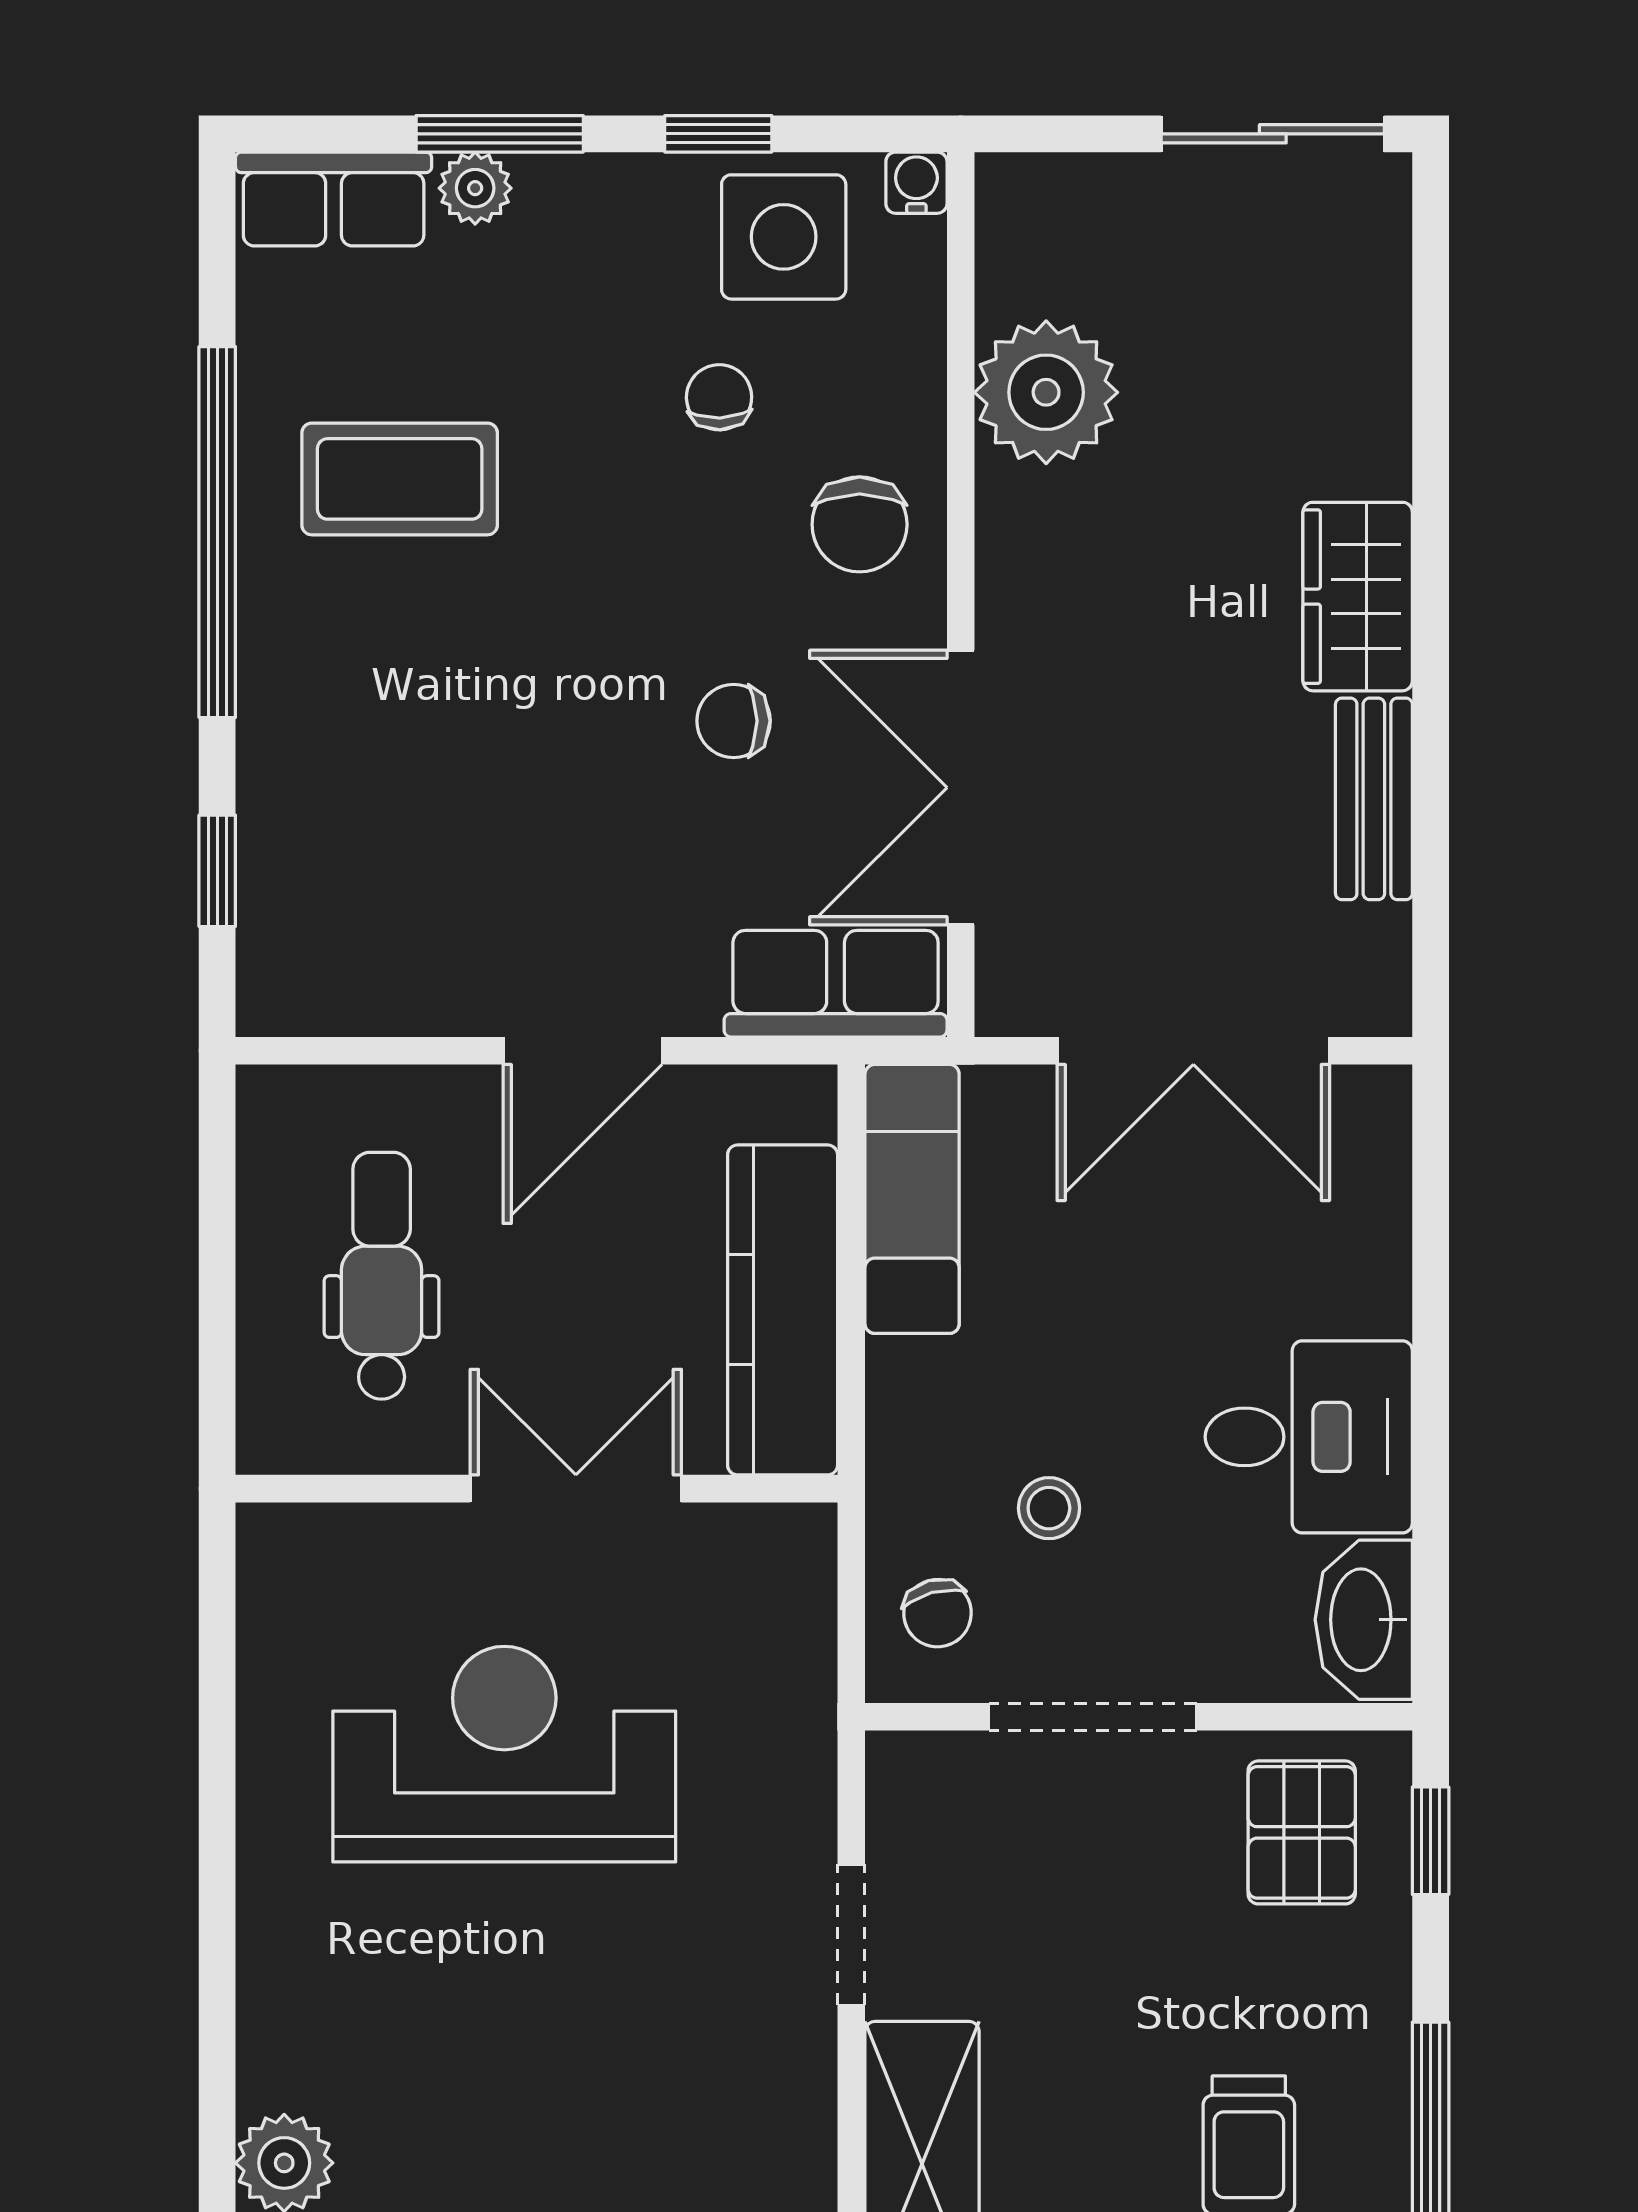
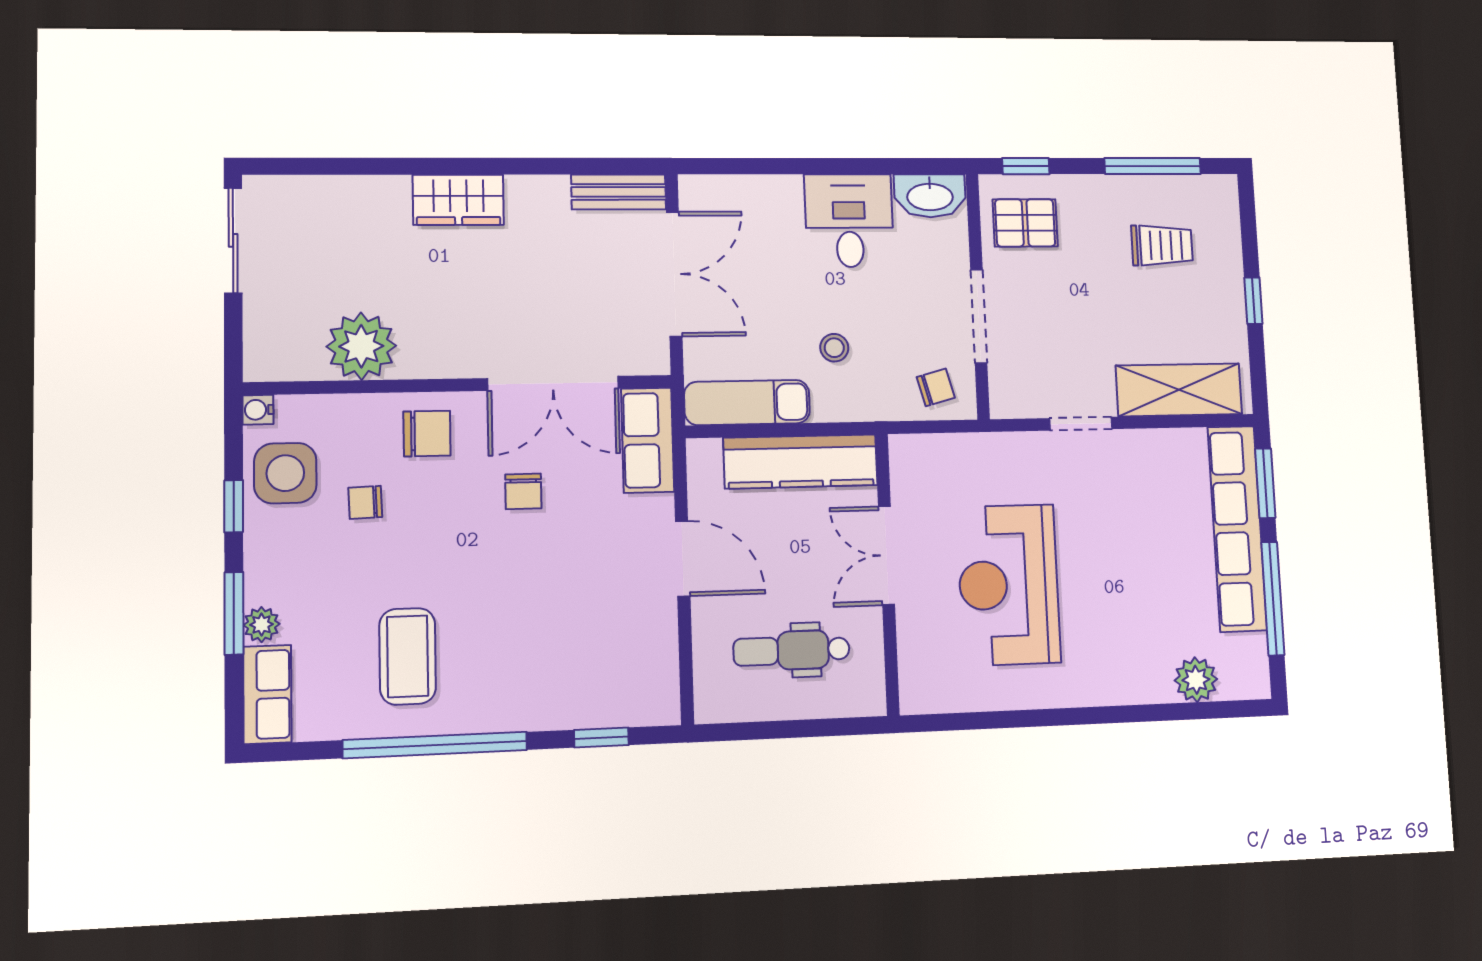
bench: (1374, 799) -> (619, 192), moved
stool: (1049, 1508) -> (834, 348), moved

